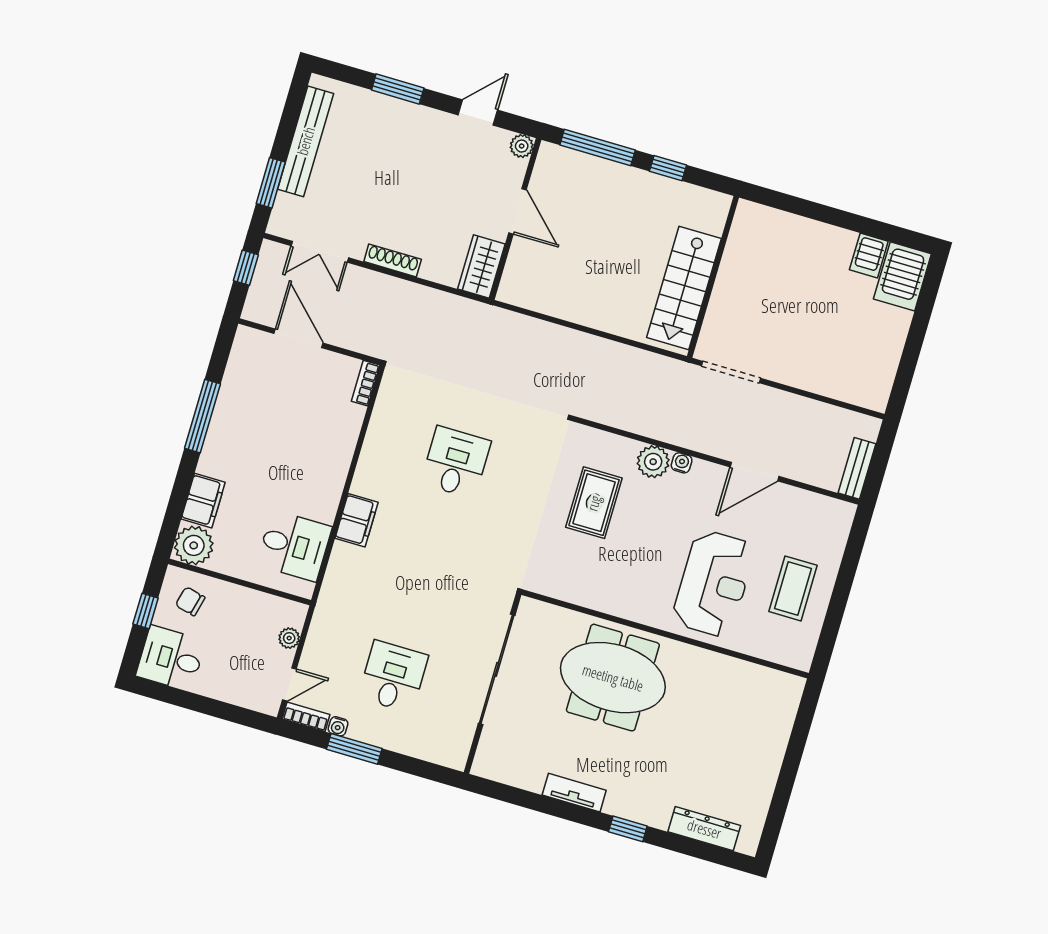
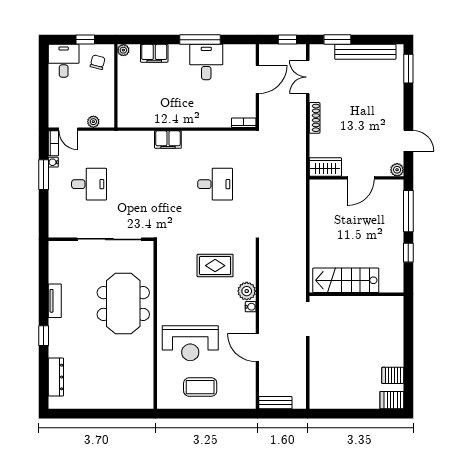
window: (398, 89) -> (408, 69), moved
server rack: (902, 276) -> (392, 400), width x0.73, depth x0.70
plant: (194, 545) -> (123, 50), width x0.53, depth x0.53
desk: (294, 546) -> (206, 62), moved, turned 180

